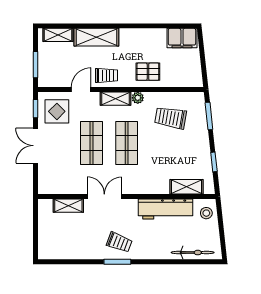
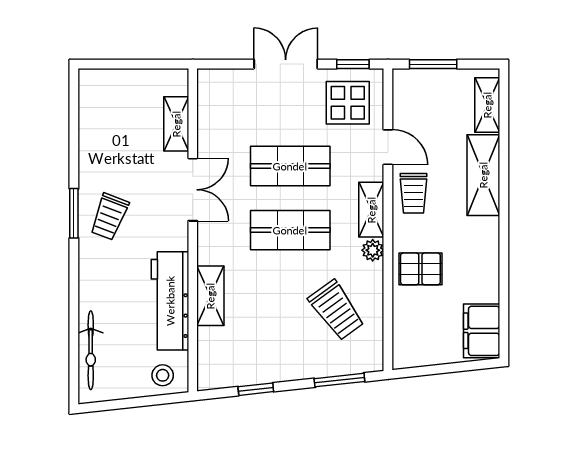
pallet: (148, 72) -> (420, 269), turned 90
trolley: (171, 118) -> (336, 310), turned 134
shelving: (187, 187) -> (210, 296), moved

